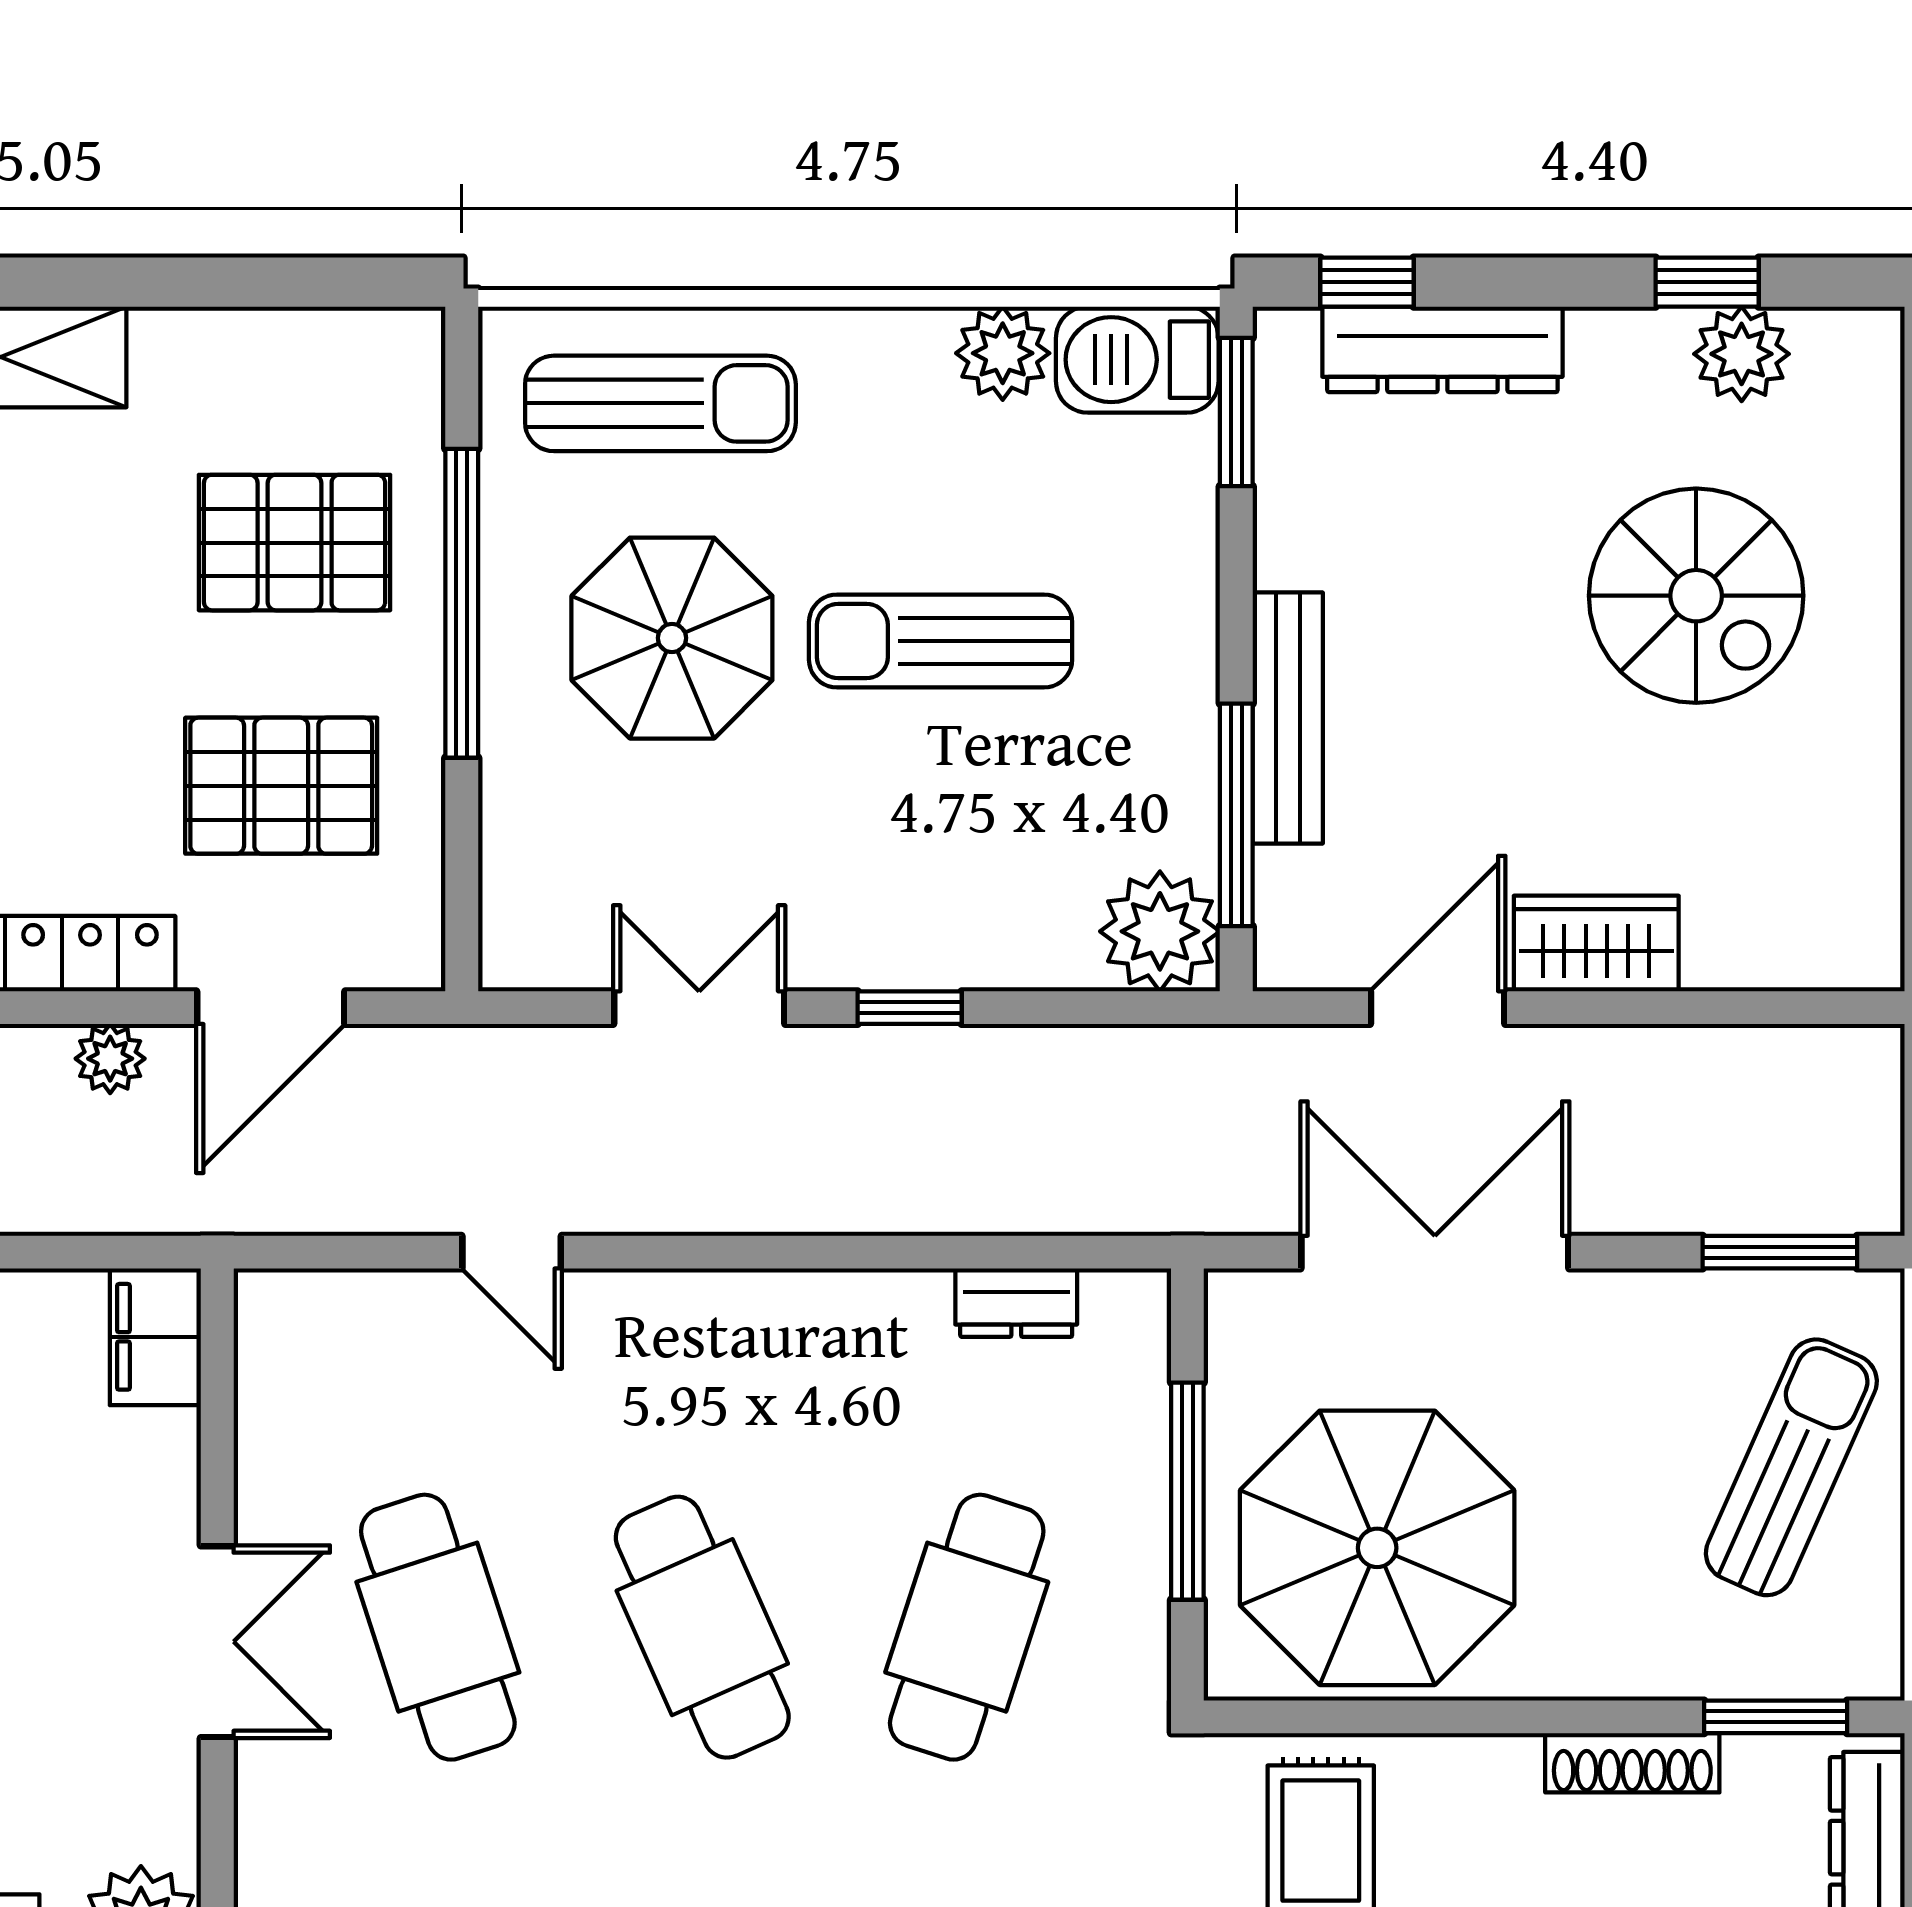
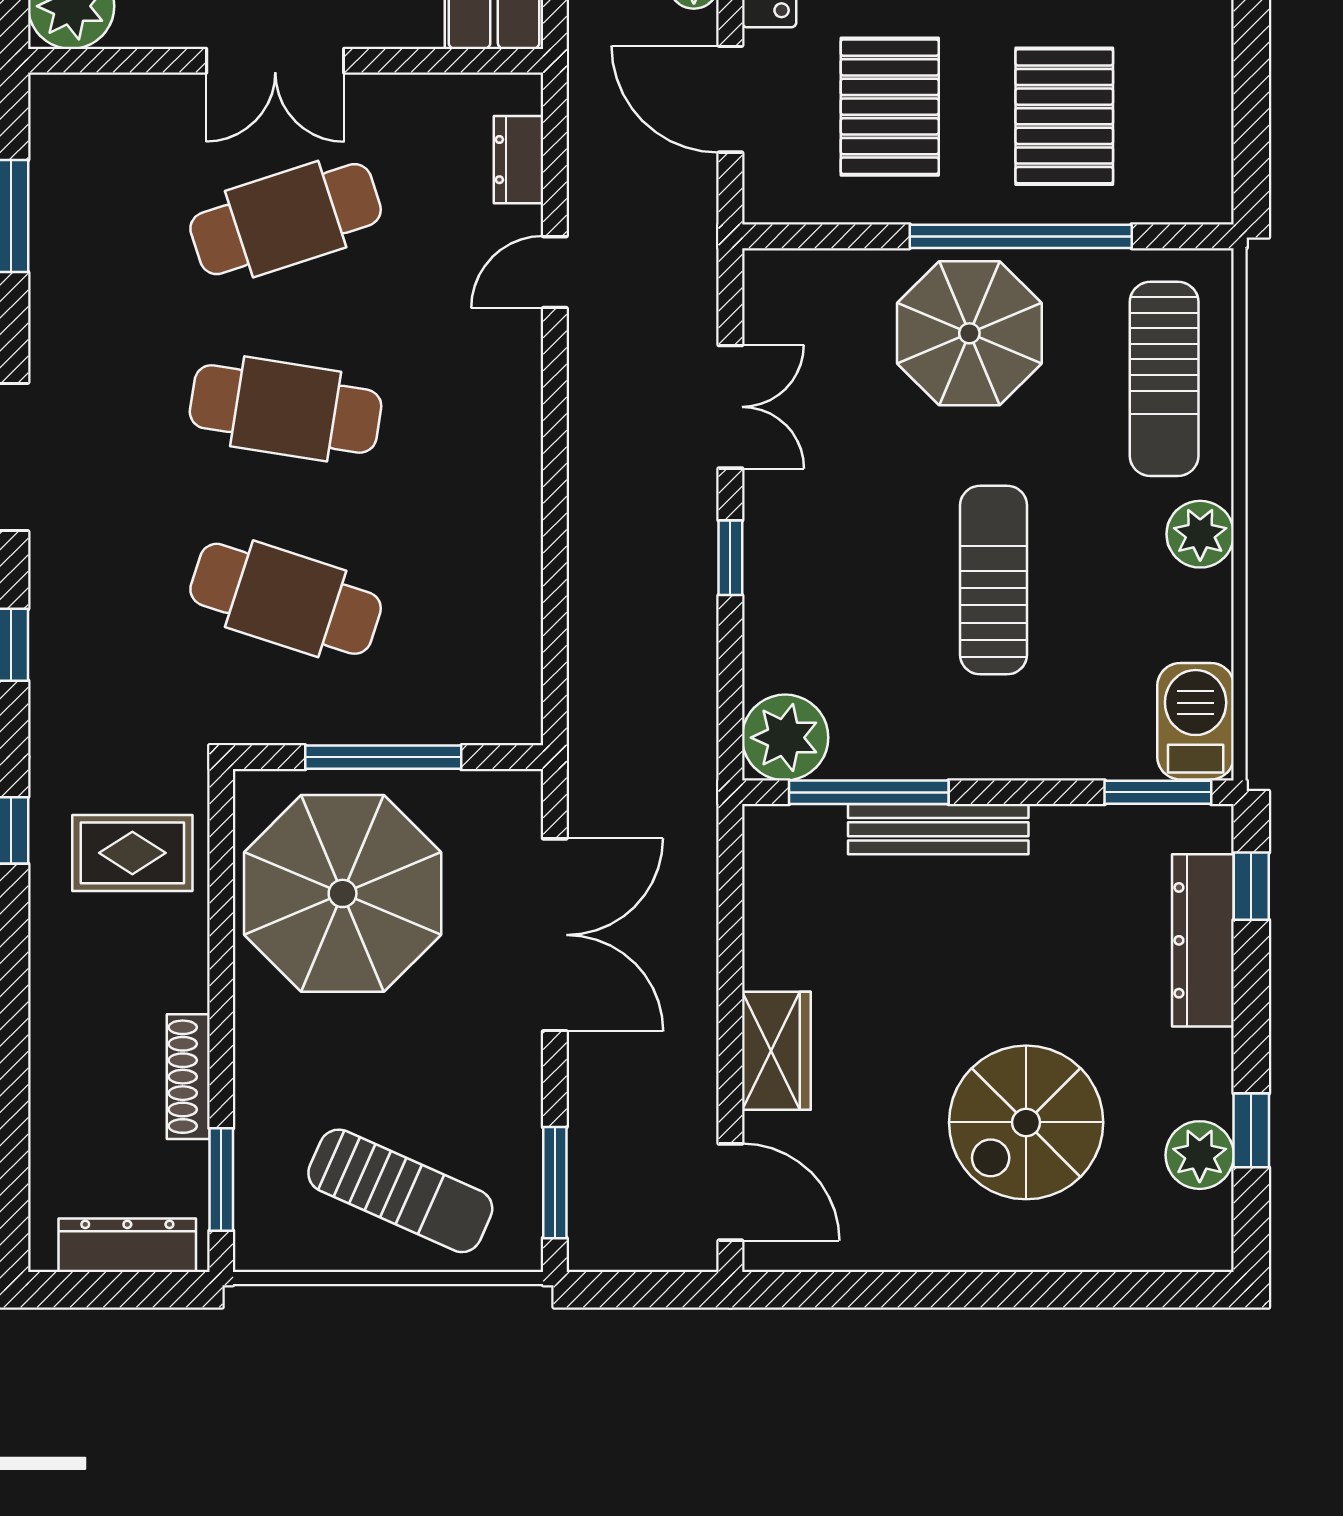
plant: (1003, 353) -> (1200, 534), moved
parasol: (672, 638) -> (969, 333), moved
door: (1438, 1008) -> (730, 1192), moved
dresser: (1016, 1303) -> (519, 160), moved
cafe table: (702, 1627) -> (286, 409), turned 33

